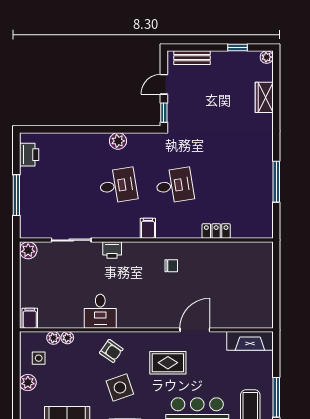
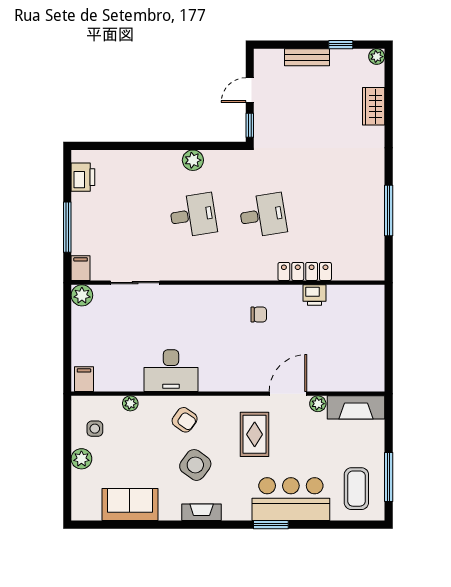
bench: (192, 58) -> (307, 57), moved
filing cabinet: (148, 228) -> (81, 268), moved
locker: (216, 231) -> (305, 272), width x1.53
printer: (112, 250) -> (315, 295), moved
desk: (100, 311) -> (171, 371), width x1.37
plant: (53, 338) -> (318, 404), moved
rug: (168, 363) -> (255, 434), turned 90
side table: (120, 388) -> (195, 465), turned -35

